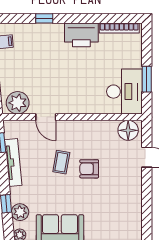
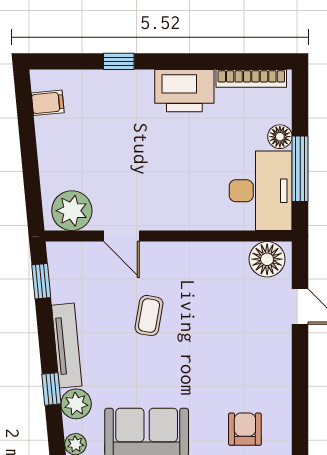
floor lamp: (135, 61) -> (280, 137), added
window: (147, 79) -> (300, 169), width x1.44
tv unit: (13, 162) -> (67, 346), moved
armchair: (89, 169) -> (245, 429), moved, turned 90

